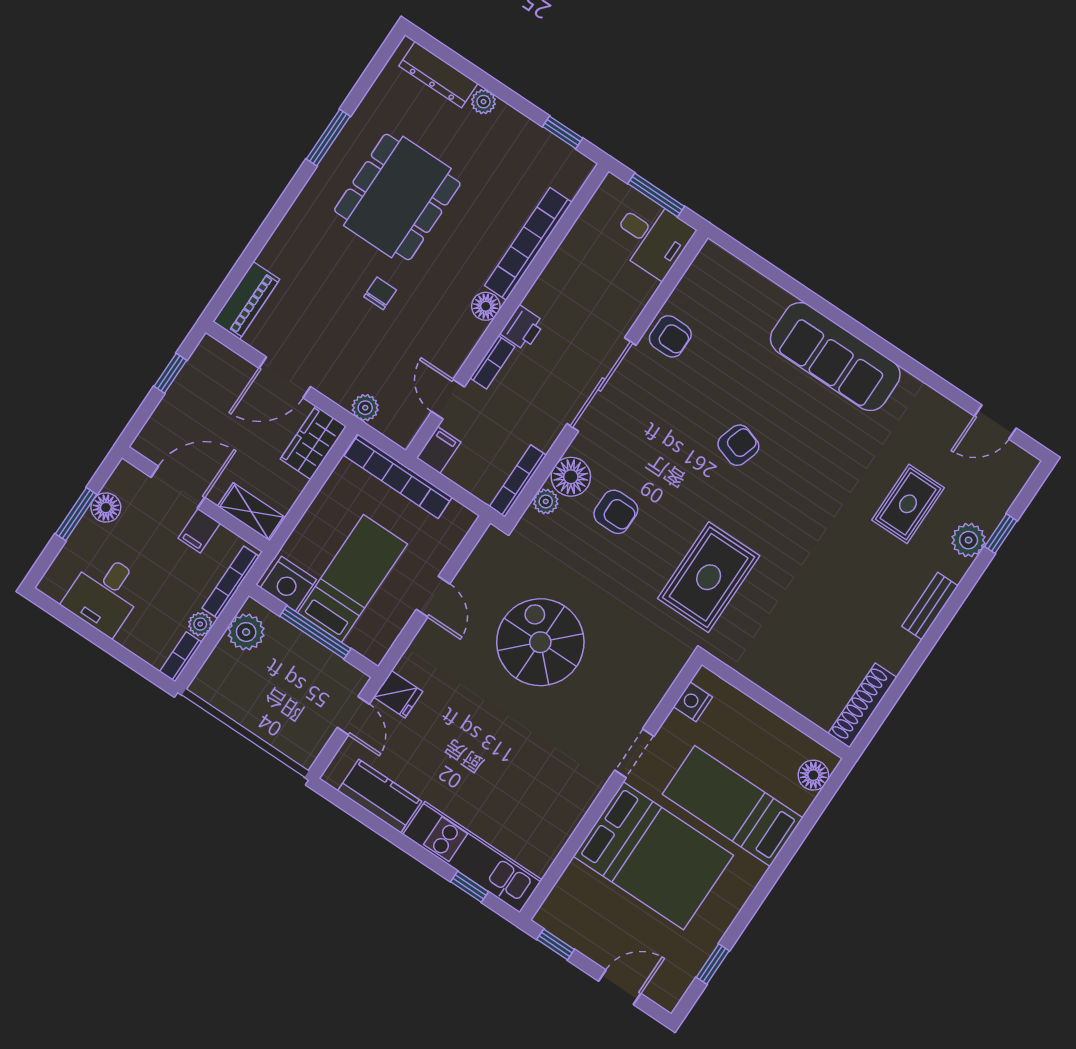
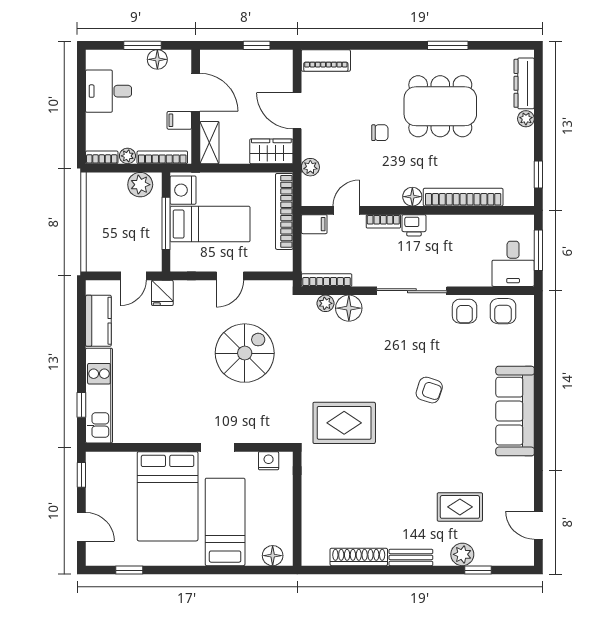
armchair: (616, 512) -> (503, 311), moved
shoe rack: (862, 705) -> (359, 557), moved

